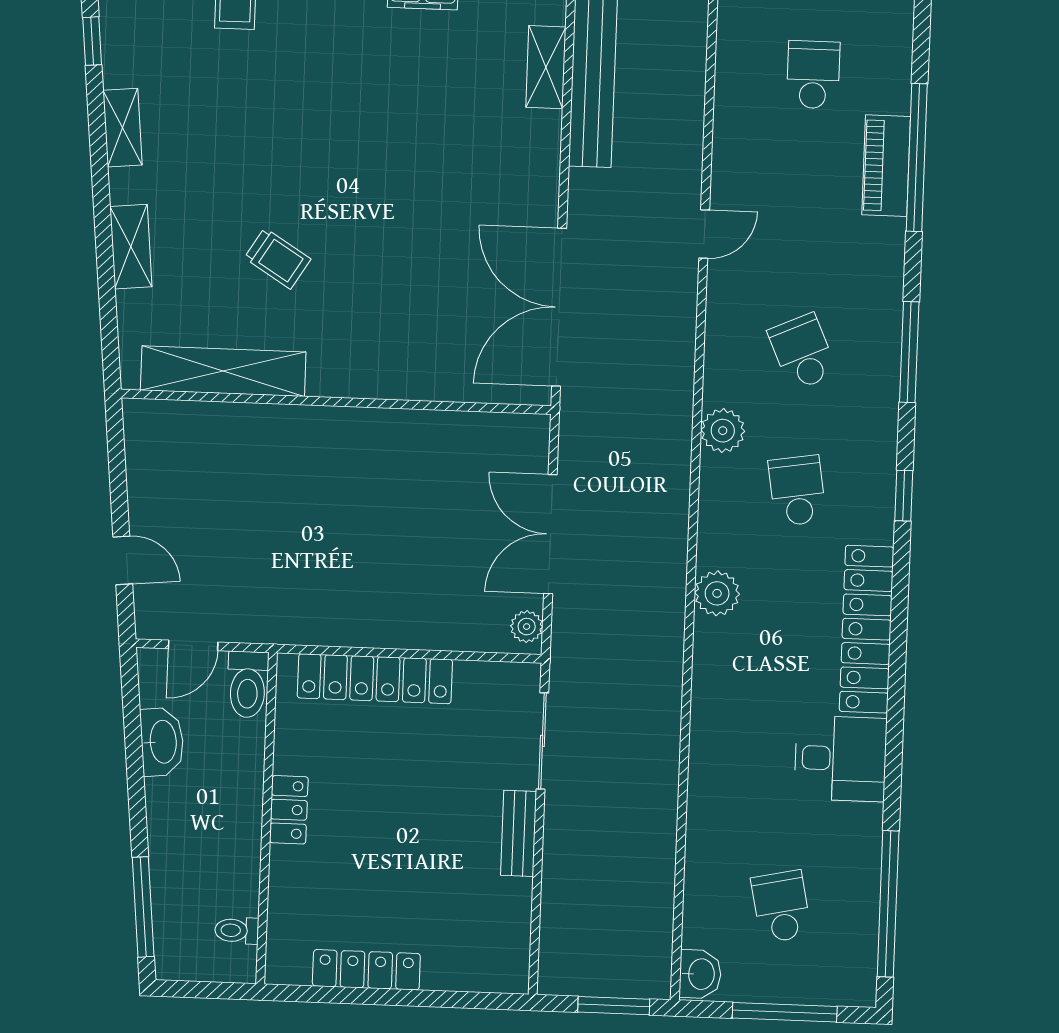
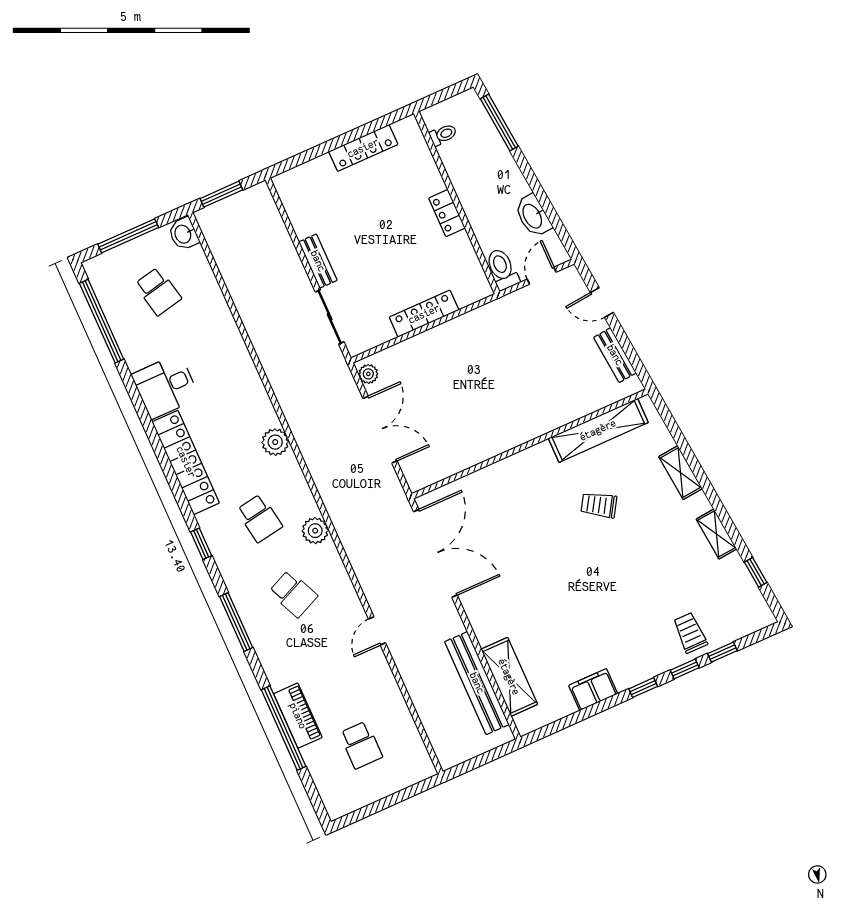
shelving: (546, 67) -> (509, 677), width x1.50, depth x1.33
bench: (142, 472) -> (615, 355), added
locker: (375, 679) -> (424, 314), width x0.71, depth x0.83

